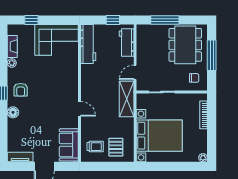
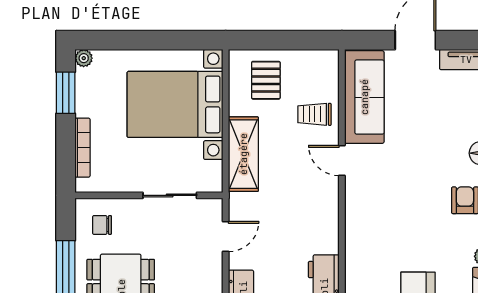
shelving: (127, 99) -> (243, 154), moved
window: (212, 141) -> (66, 93), added
sofa: (69, 145) -> (364, 97), width x1.36
trolley: (95, 147) -> (314, 114), moved

